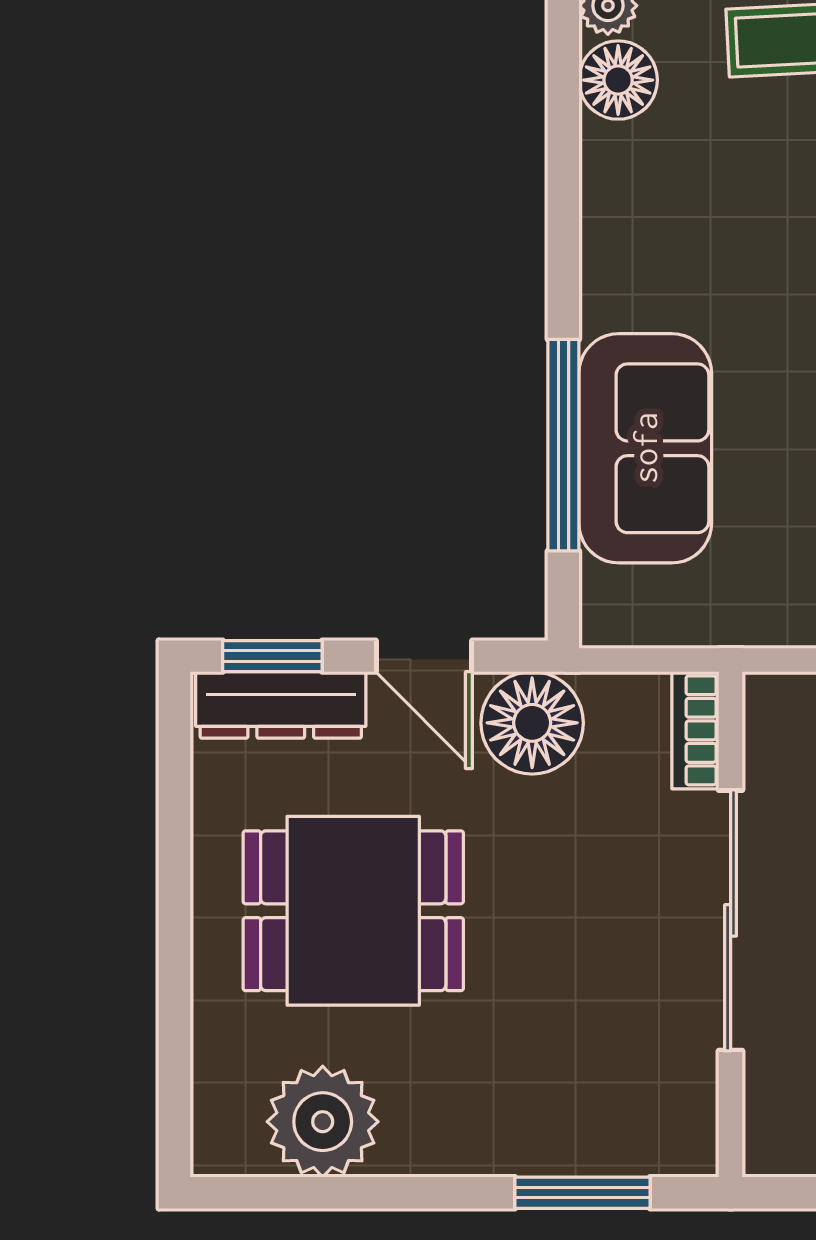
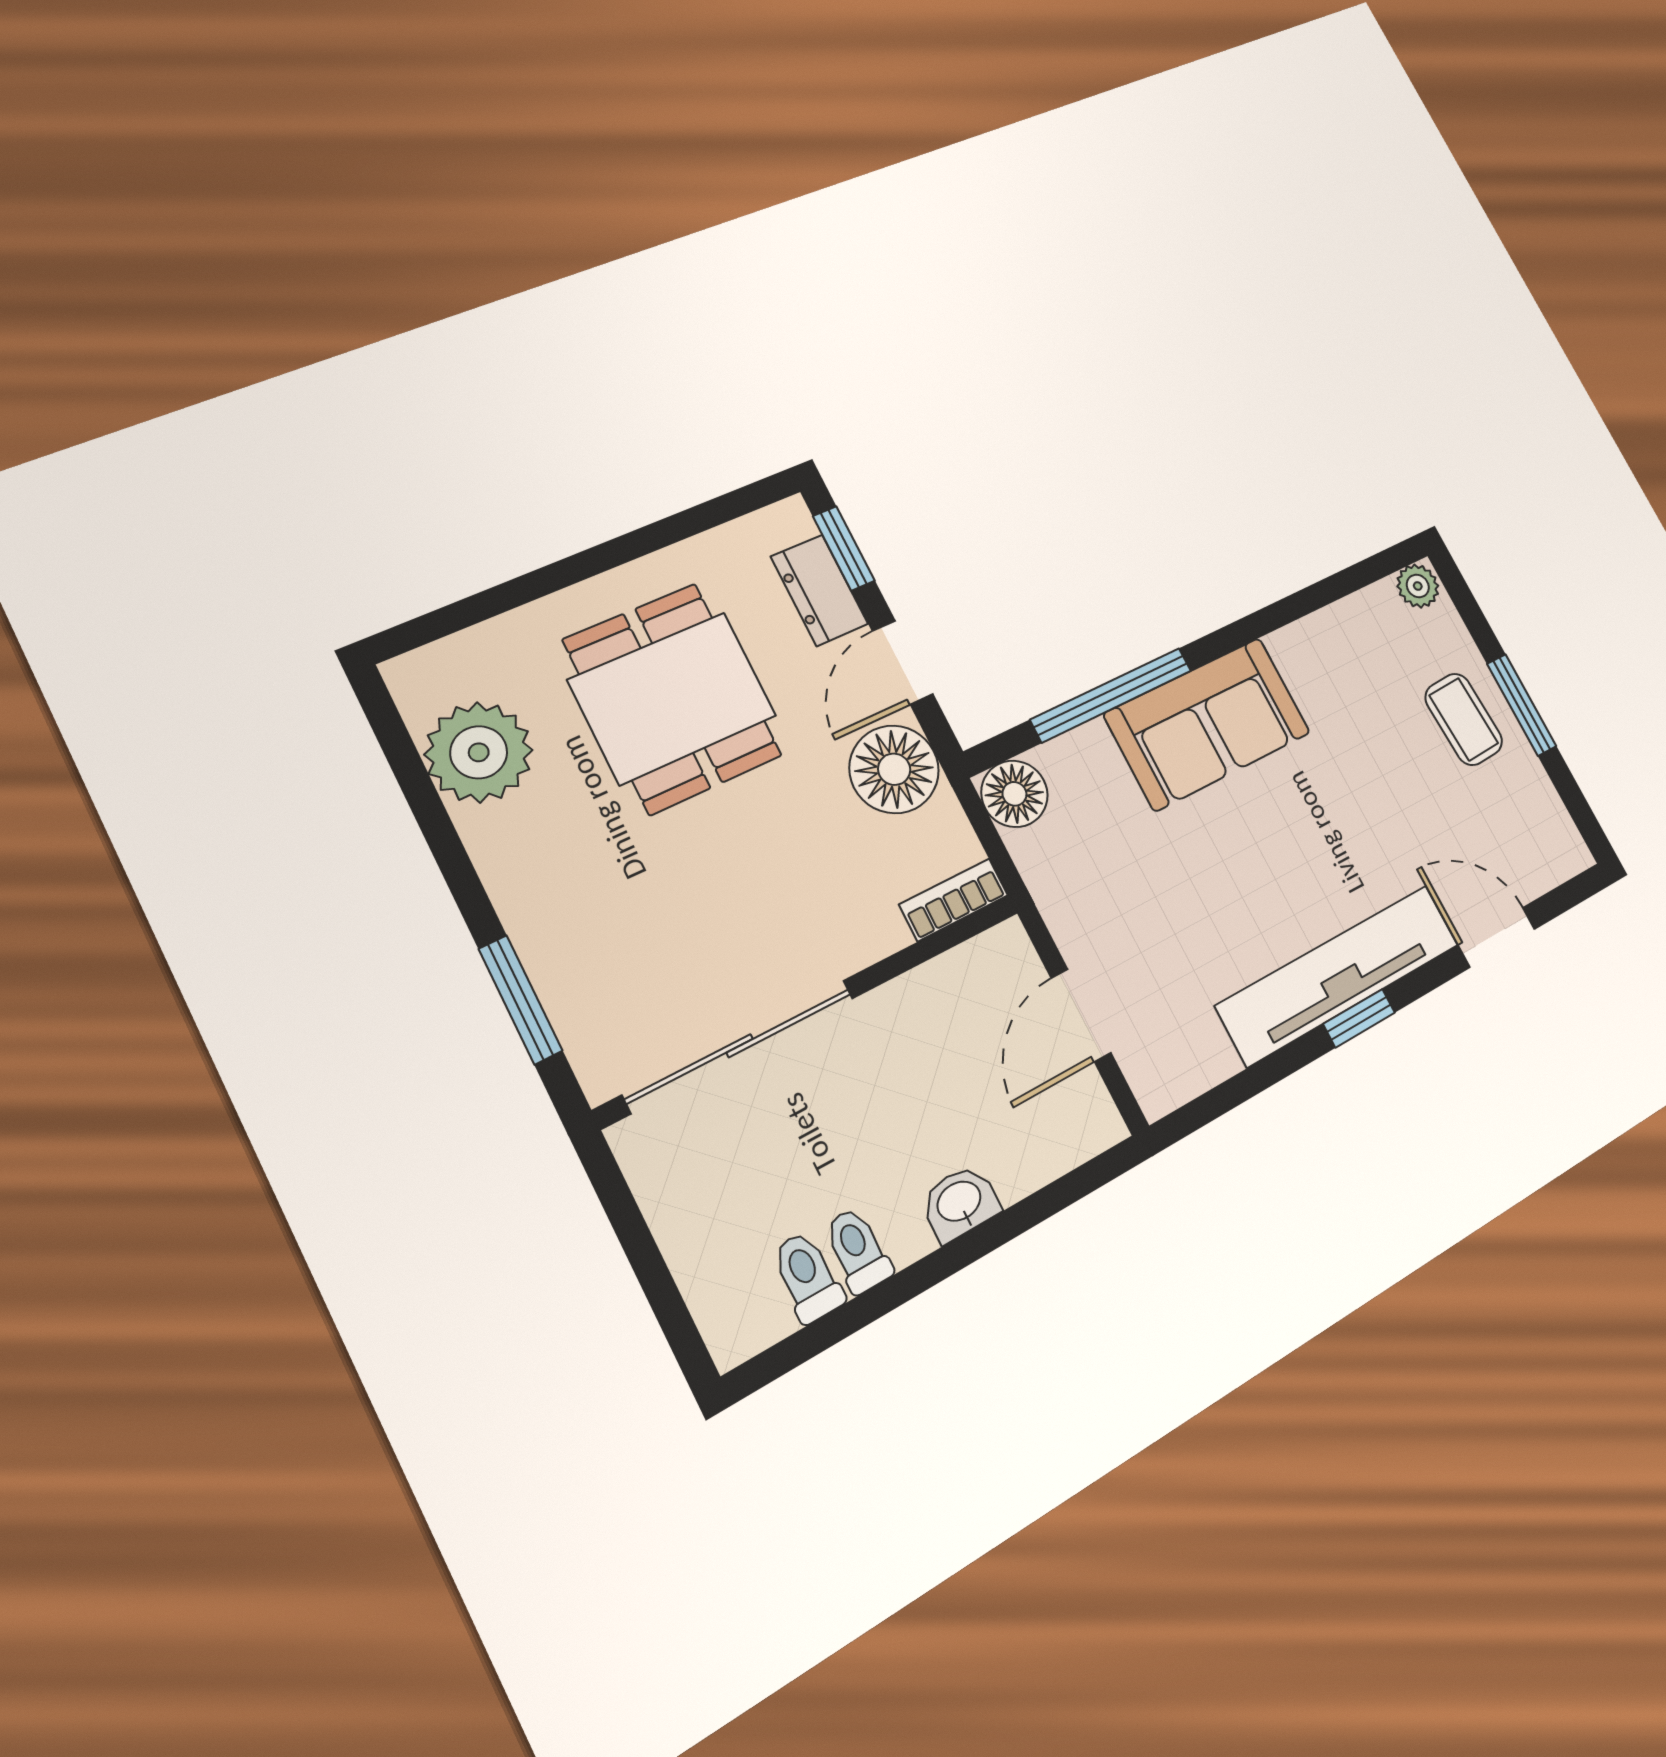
floor lamp: (618, 80) -> (1014, 794), moved
sofa: (645, 448) -> (1208, 723), moved
dresser: (281, 705) -> (819, 590), width x0.70
sliding door: (731, 920) -> (740, 1046), moved

